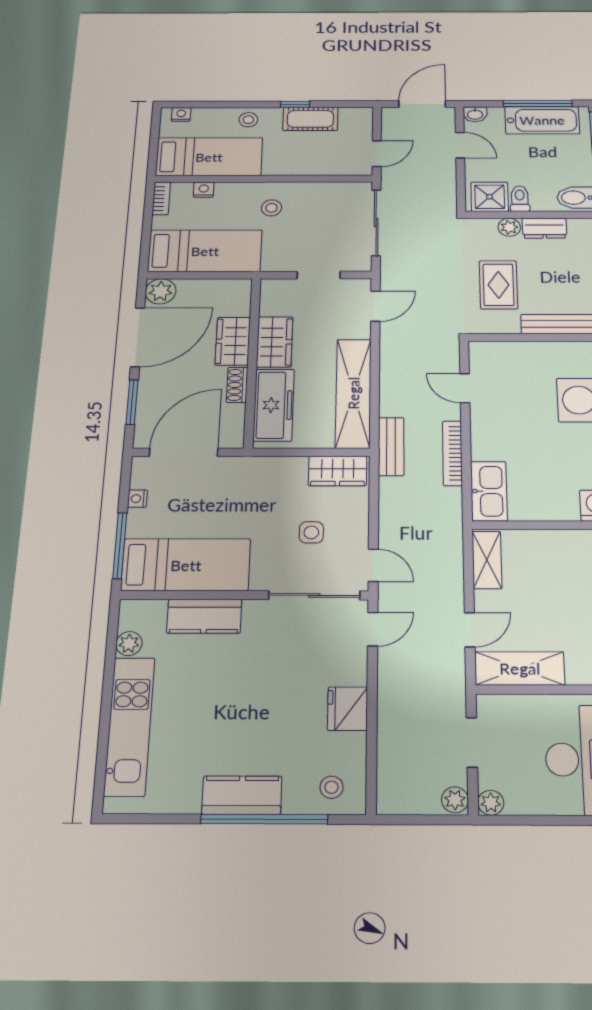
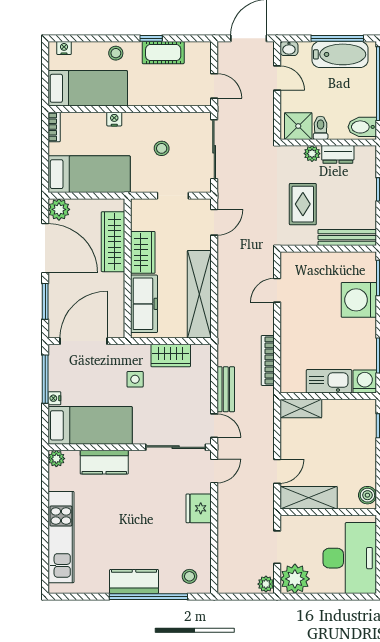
door: (377, 154) -> (214, 86), hinge flipped
nightstand: (204, 190) -> (114, 119), moved
stool: (271, 208) -> (162, 148), moved
door: (138, 337) -> (45, 248), hinge flipped
wardrobe: (233, 341) -> (113, 242), width x1.50
shoe rack: (237, 385) -> (118, 288), removed
door: (465, 388) -> (277, 290), hinge flipped
bench: (391, 447) -> (226, 389), moved
bookcase: (452, 453) -> (268, 360), moved
wardrobe: (338, 471) -> (171, 355), moved
kitchen sink: (489, 491) -> (329, 381), moved, turned -90
nightstand: (137, 499) -> (54, 398), moved
side table: (311, 532) -> (135, 379), moved
window: (120, 546) -> (45, 379), moved
shelving: (487, 560) -> (301, 408), moved, turned 90
plant: (129, 644) -> (56, 459), moved
fridge: (348, 709) -> (199, 508), moved
plant: (491, 803) -> (295, 579), width x1.88, depth x1.88

